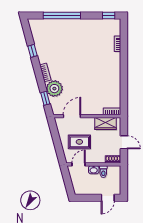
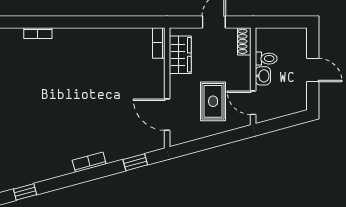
window: (33, 51) -> (25, 192), moved
plant: (54, 89) -> (118, 146), removed
door: (108, 198) -> (313, 70), moved

